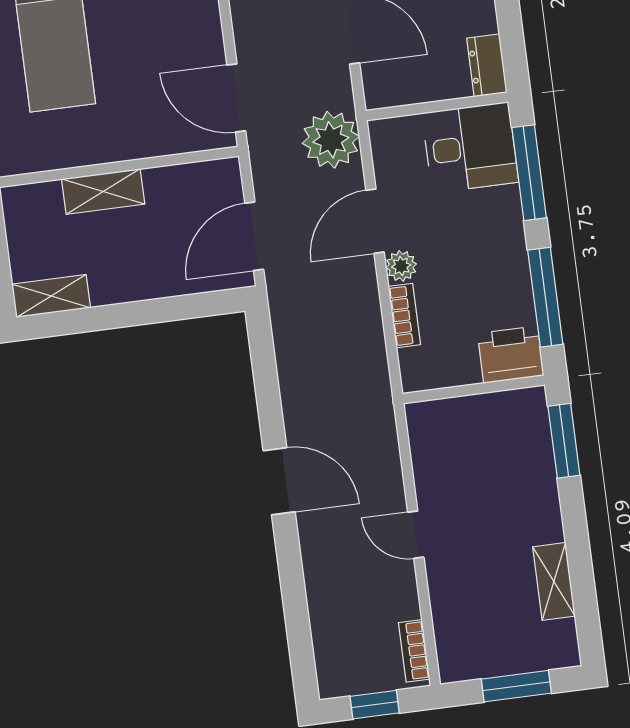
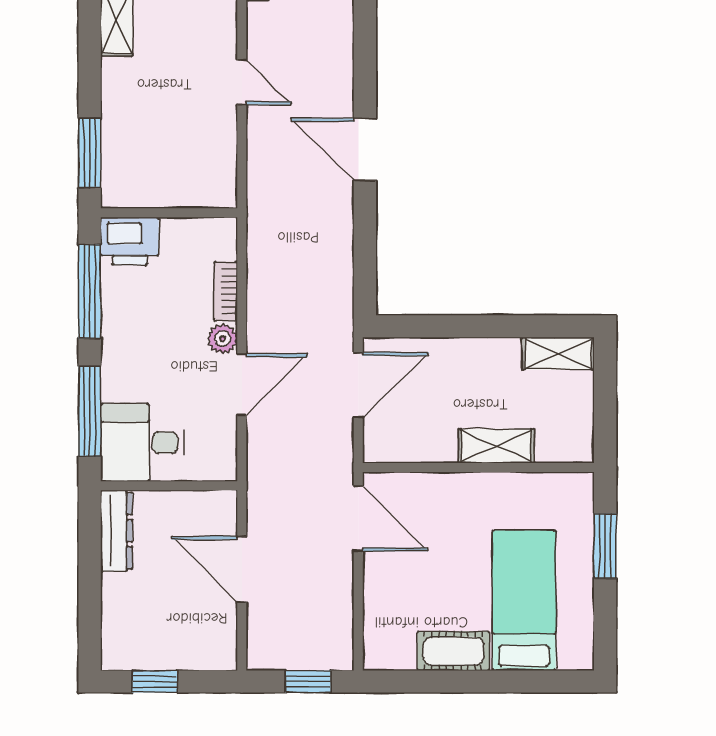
dresser: (487, 65) -> (116, 531), width x1.44
plant: (331, 140) -> (274, 467), removed

